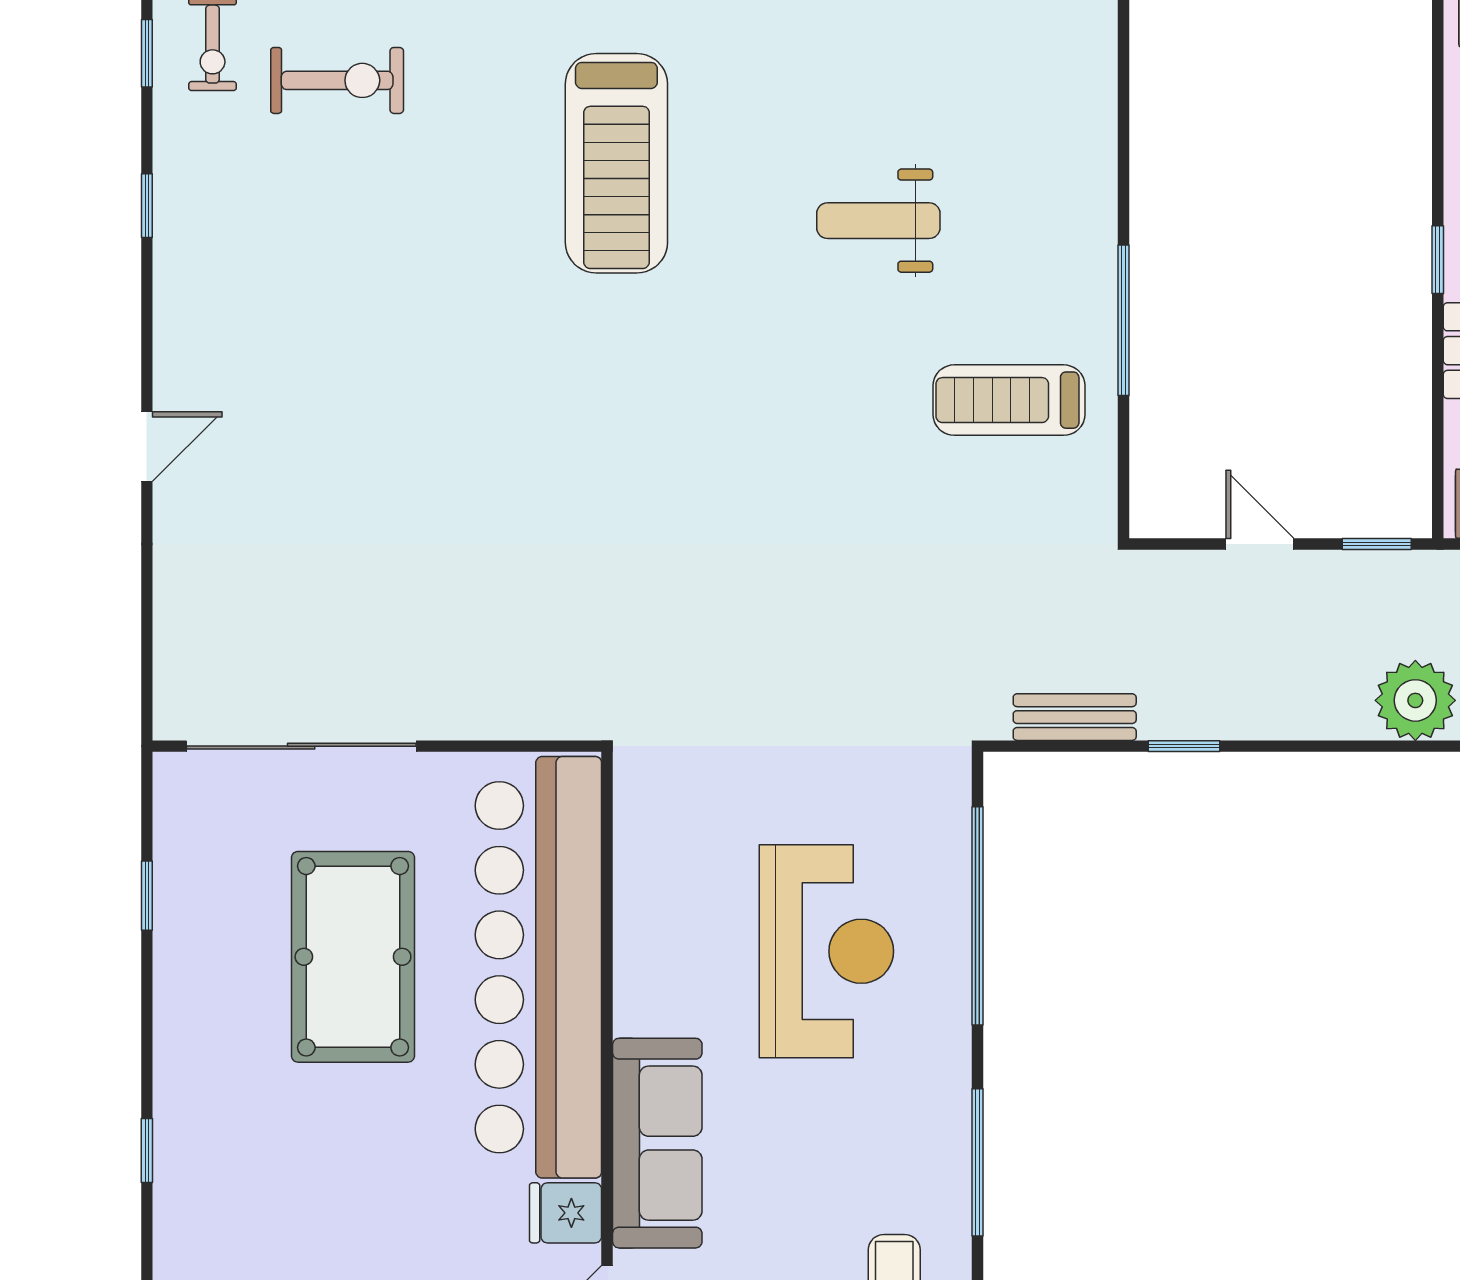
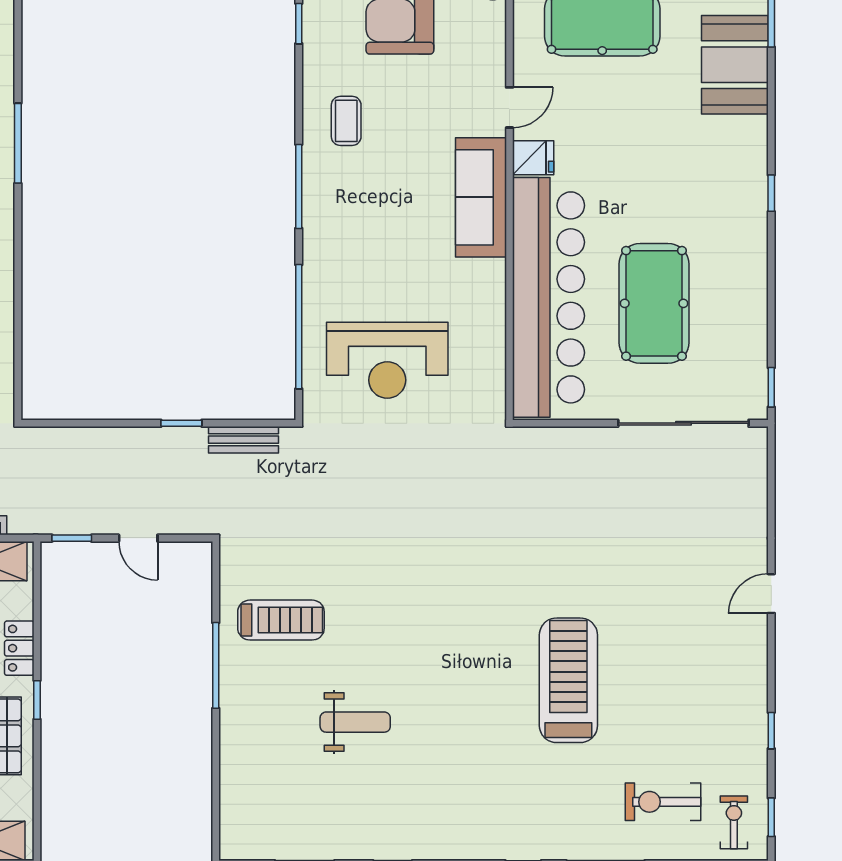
treadmill: (616, 163) -> (568, 680), moved
plant: (1415, 700) -> (50, 449), removed
window: (147, 896) -> (771, 387), moved
reception desk: (826, 951) -> (387, 360), moved, turned -90

